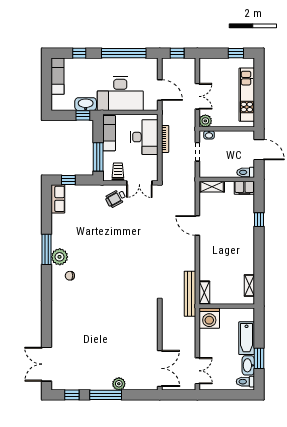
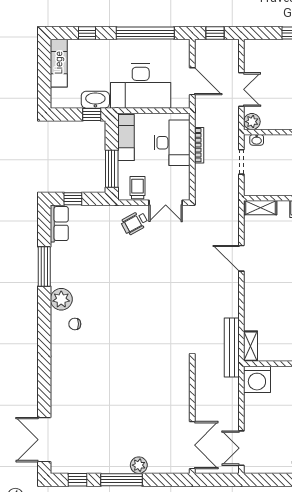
window: (46, 249) -> (44, 267), moved
double door: (197, 371) -> (241, 448), swing flipped

